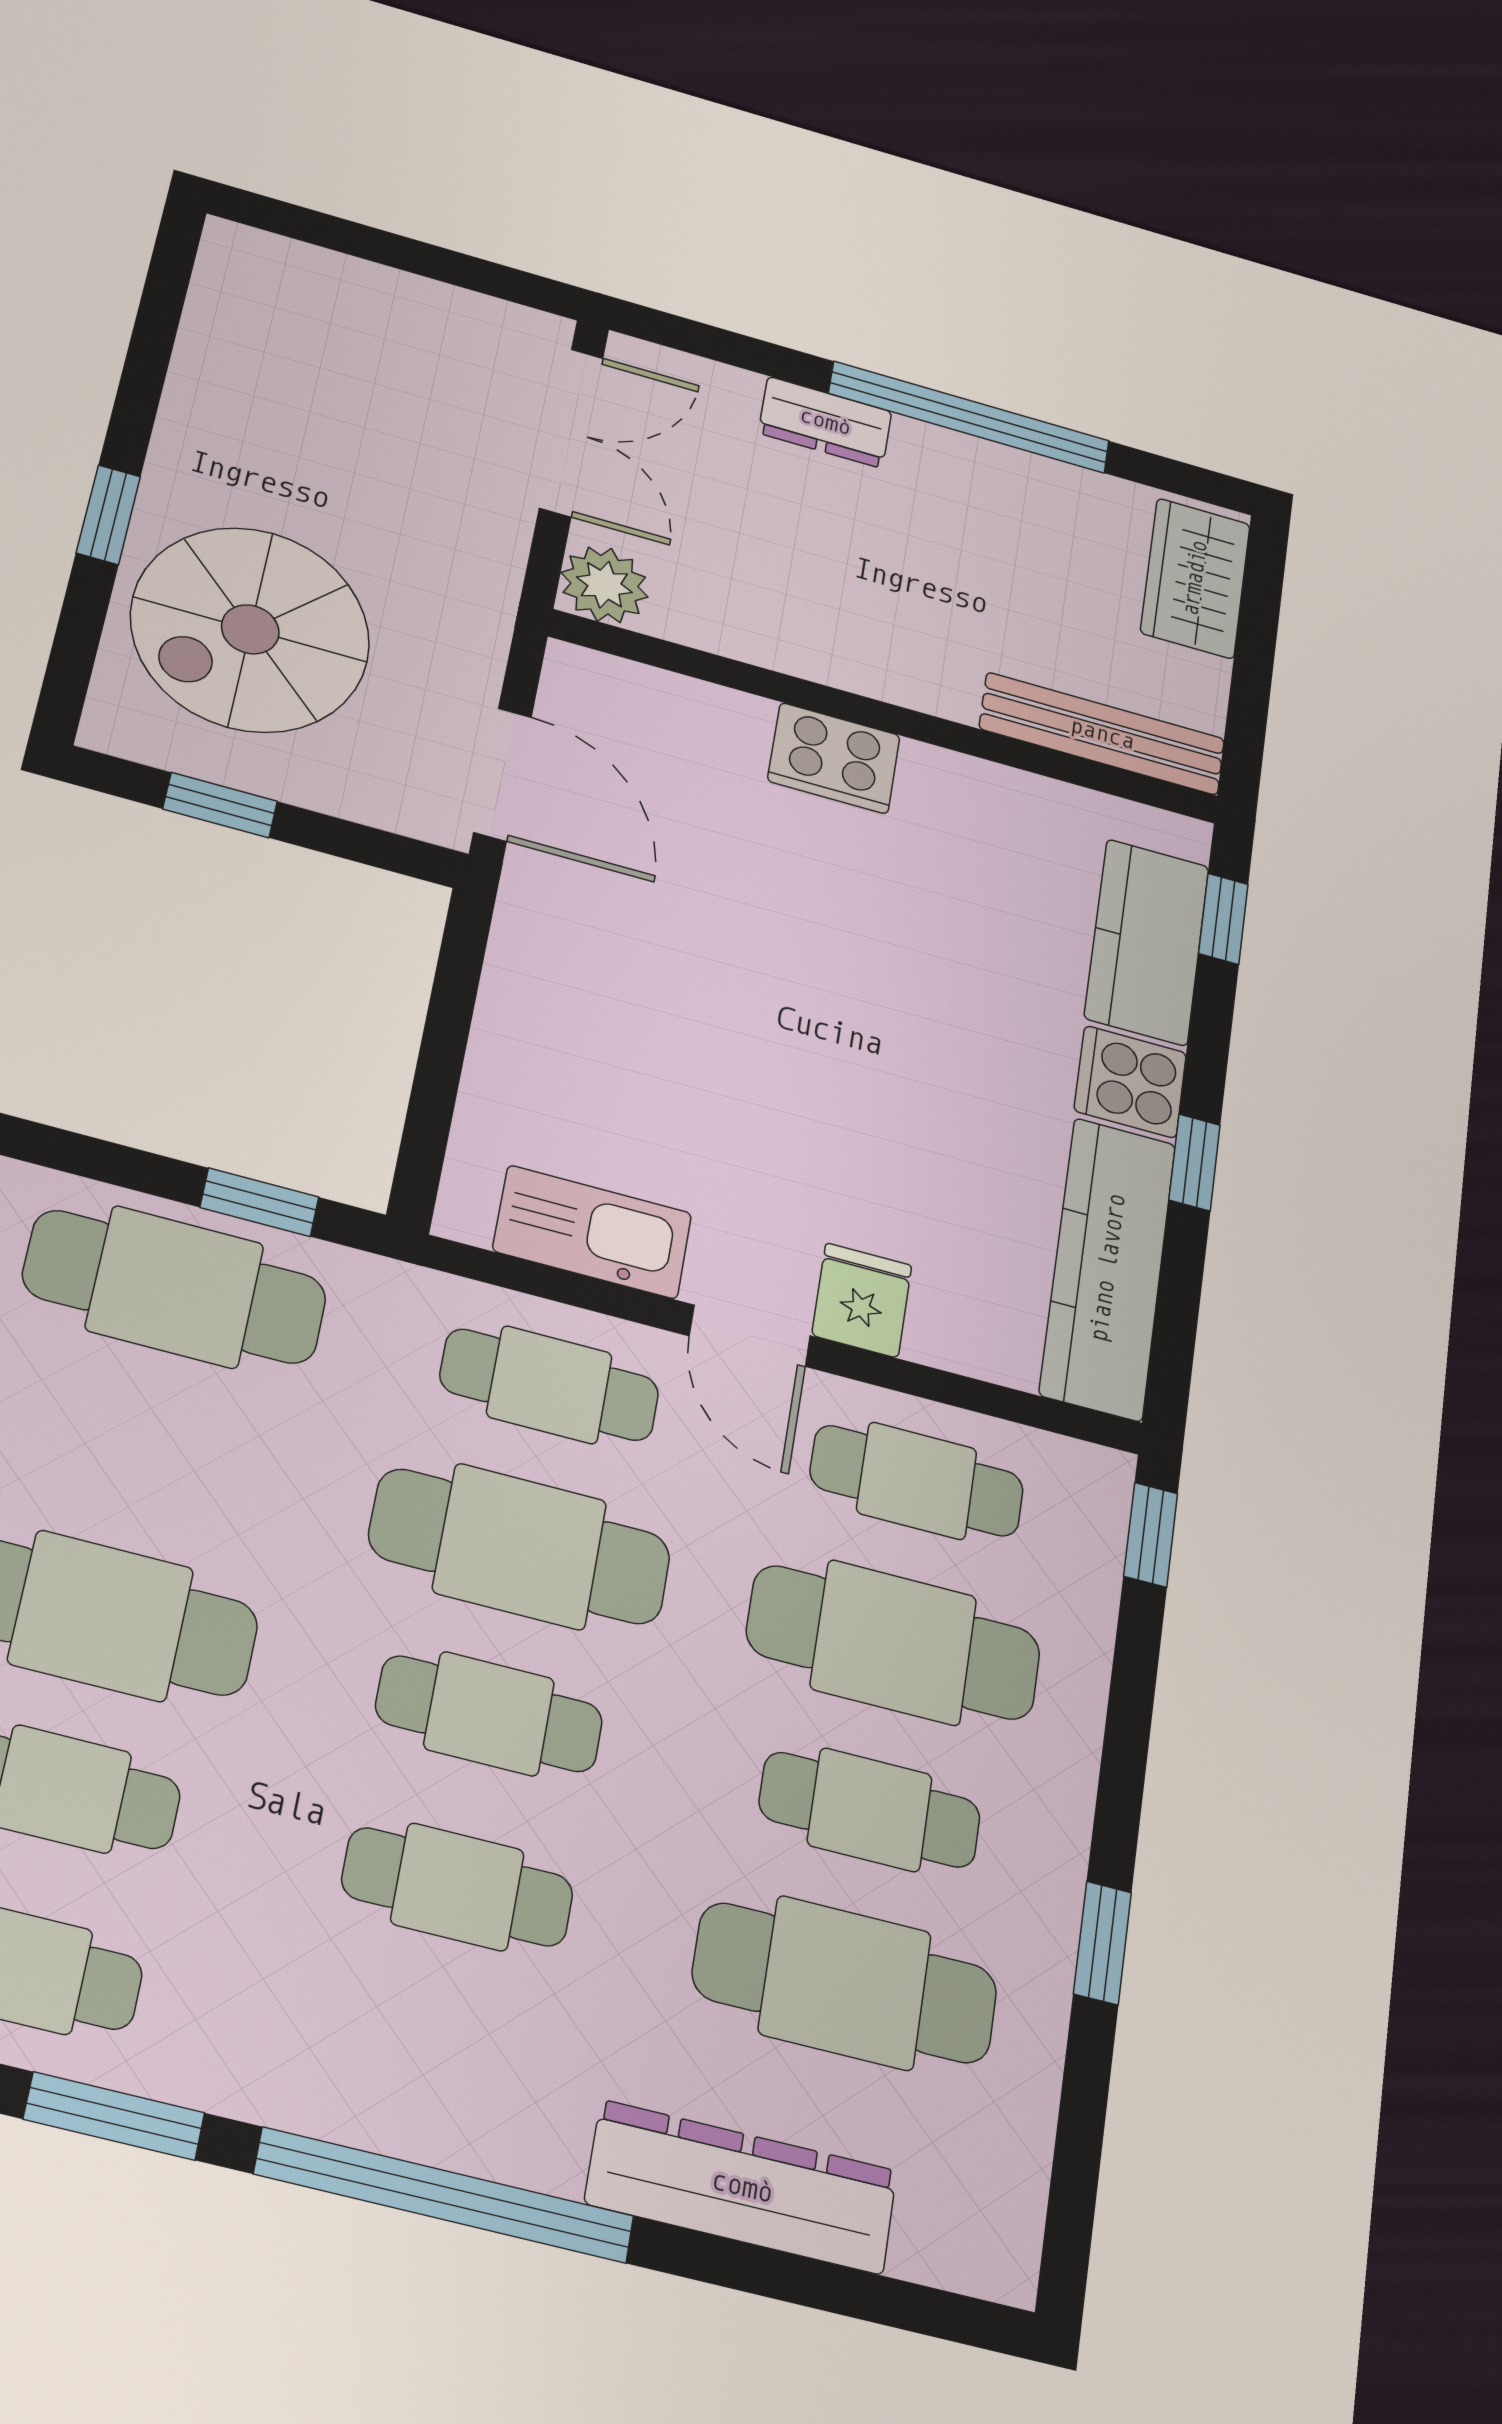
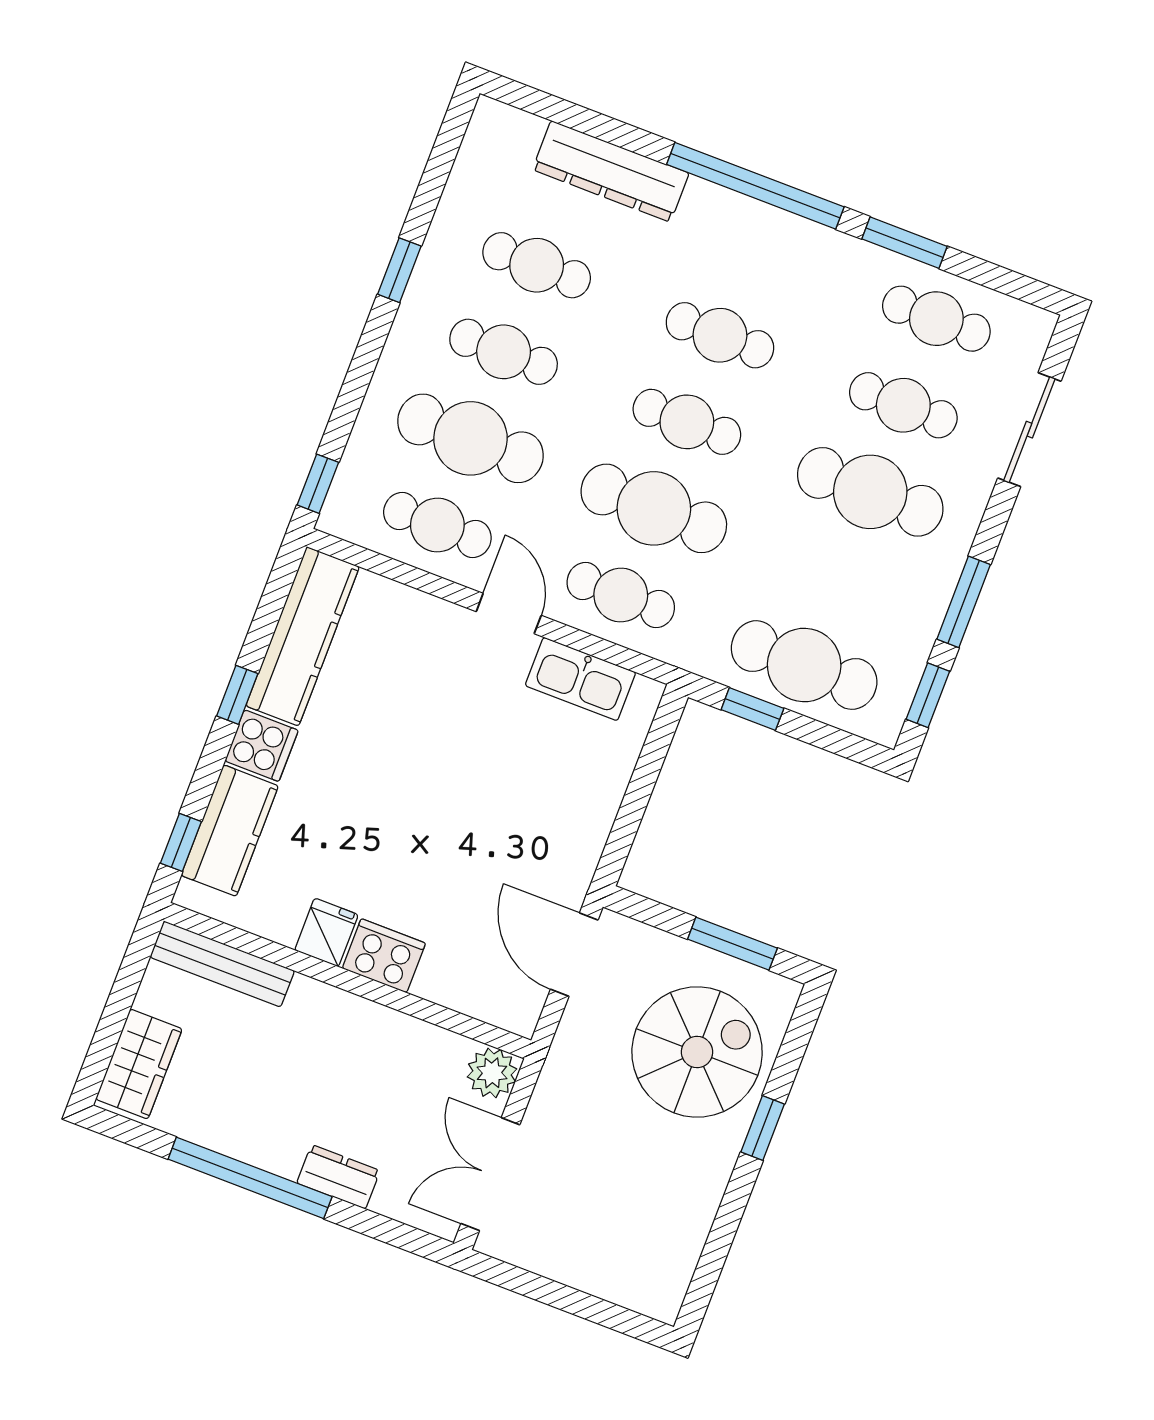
window: (220, 805) -> (732, 944), width x1.50
fridge: (862, 1300) -> (326, 932), moved, turned 180
cafe table: (845, 1983) -> (537, 265), width x0.73, depth x0.74

